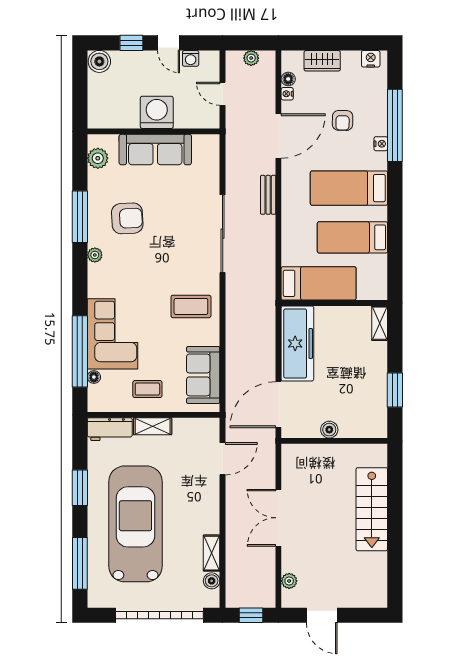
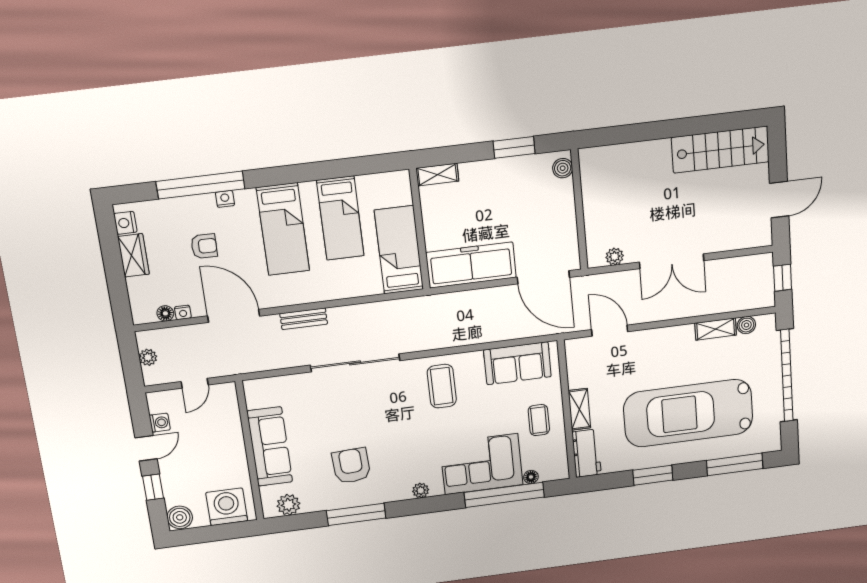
wardrobe: (322, 61) -> (133, 255), moved
washing machine: (157, 112) -> (227, 507), moved, turned 90
plant: (95, 255) -> (421, 490), moved
boiler: (329, 430) -> (563, 168), moved
stairs: (372, 509) -> (720, 150), moved
plant: (289, 581) -> (615, 257), moved

